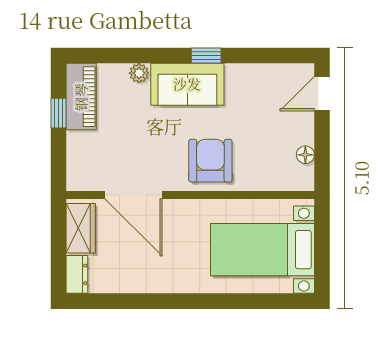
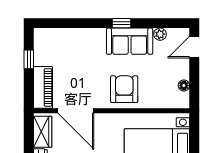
plant: (139, 73) -> (160, 34), moved
sofa: (187, 84) -> (130, 41), moved
piano: (81, 97) -> (43, 87), moved

